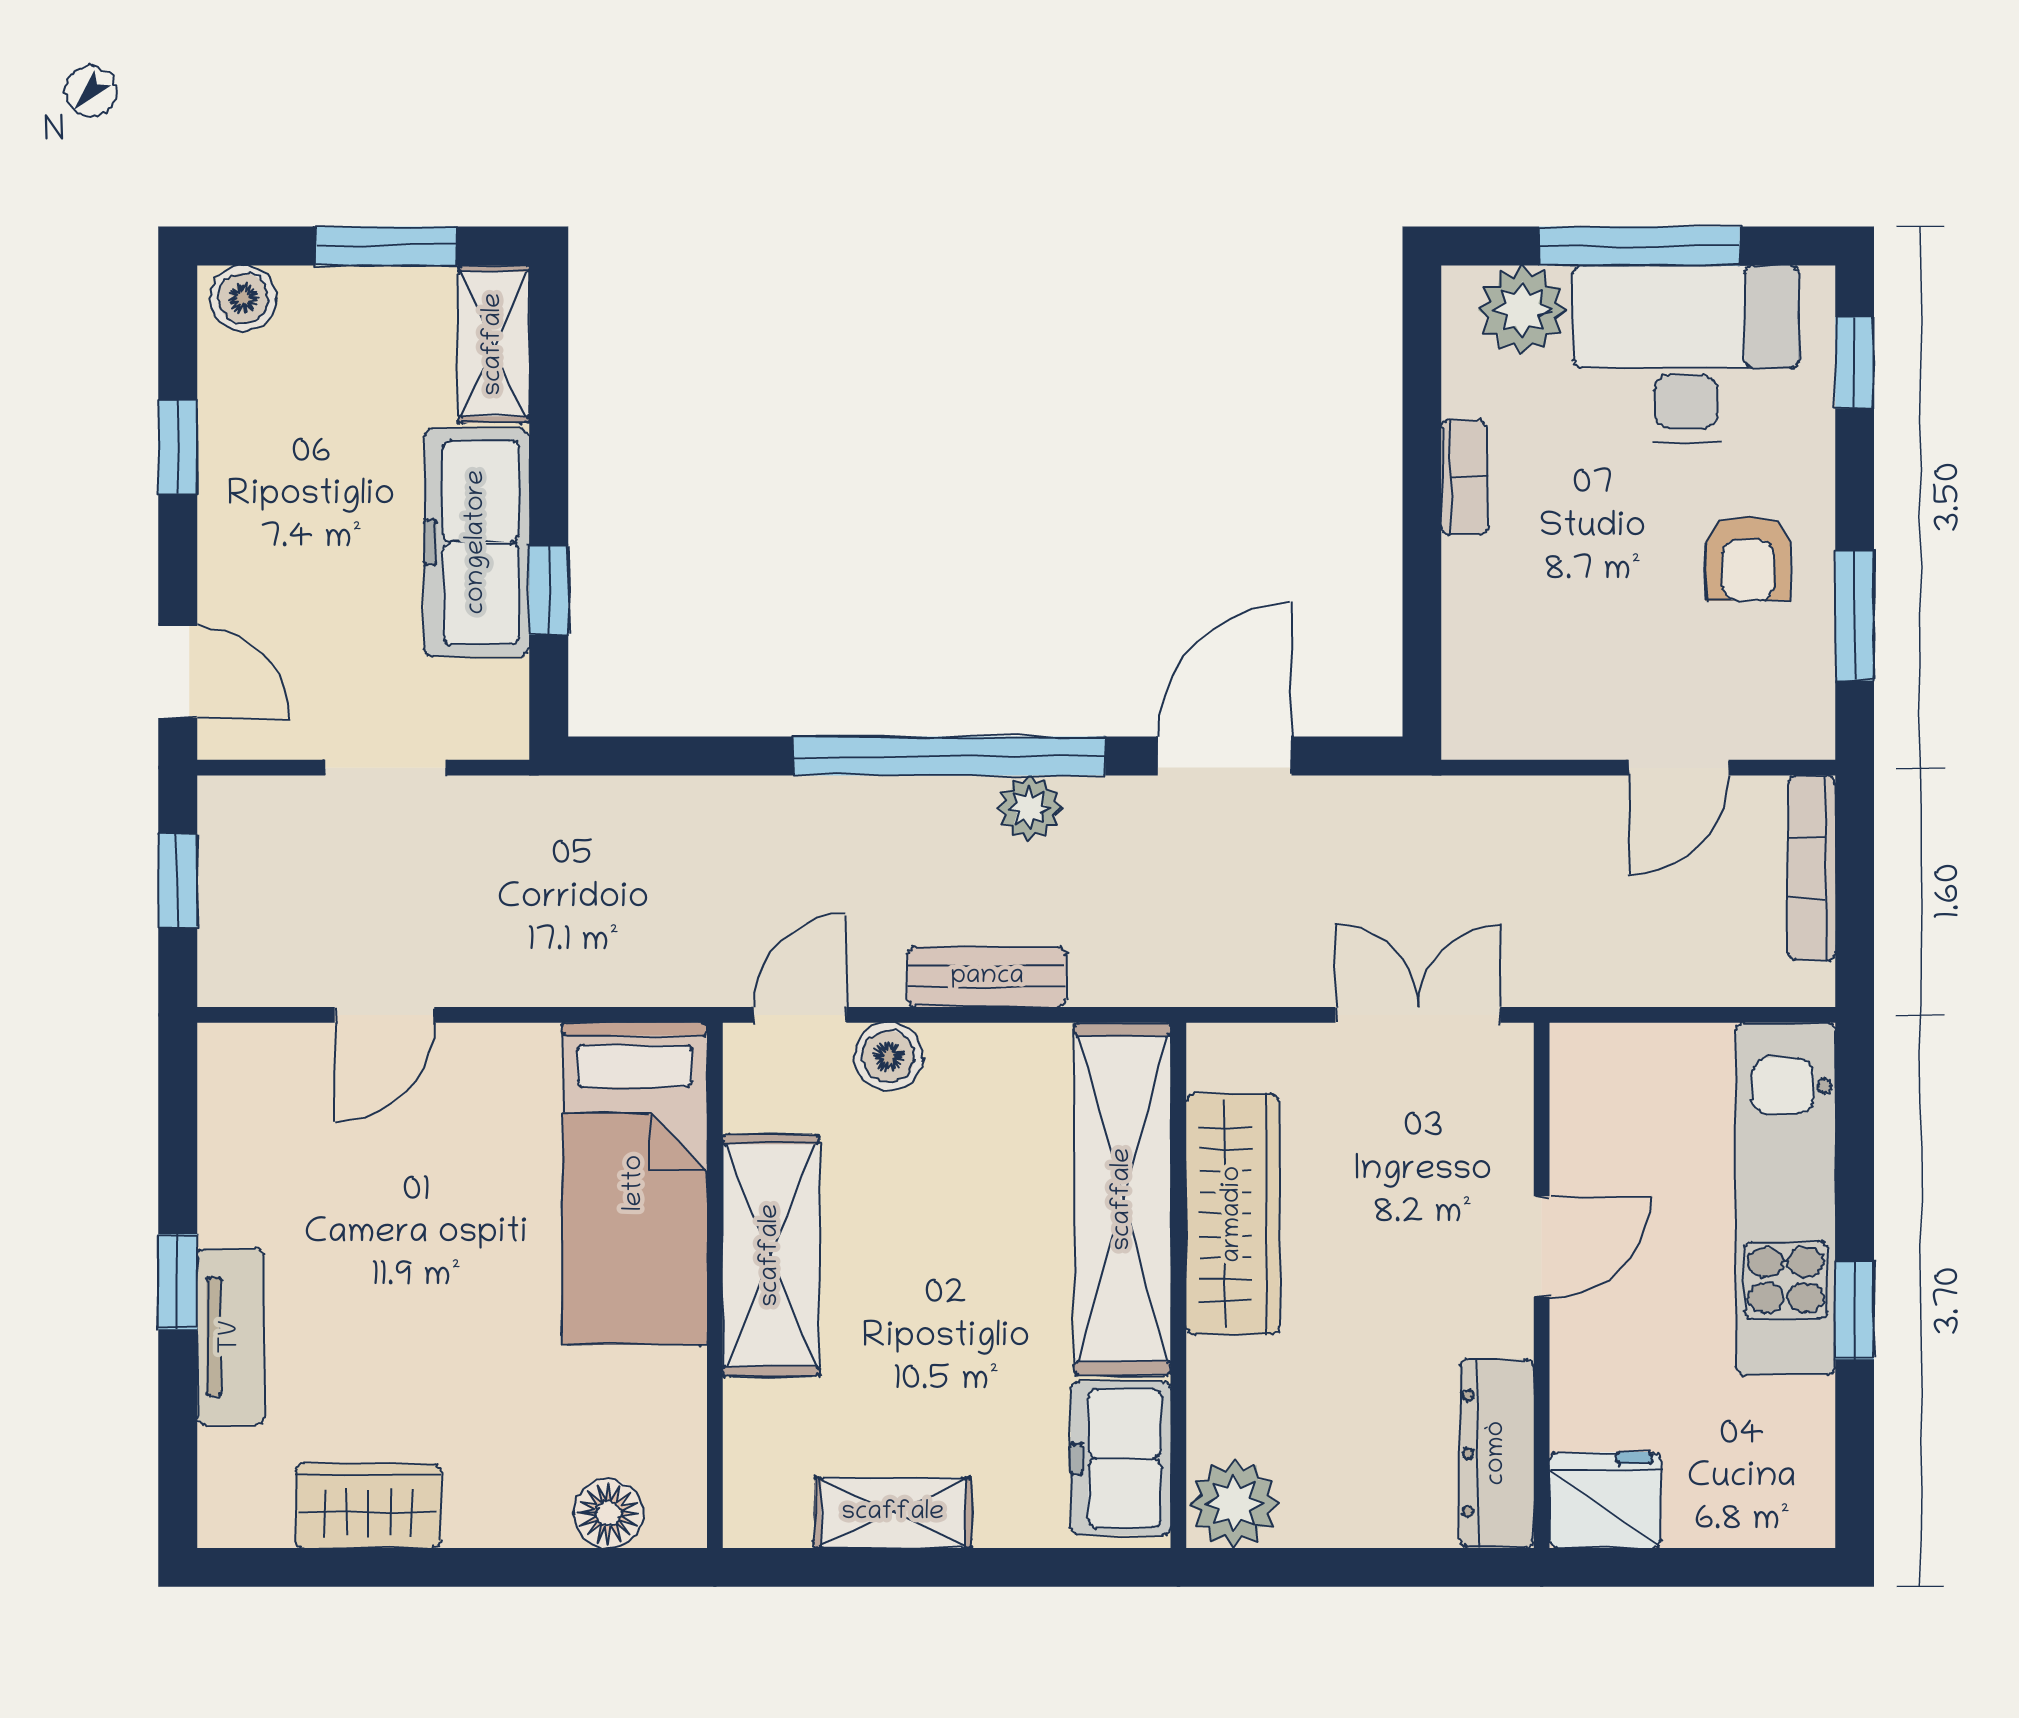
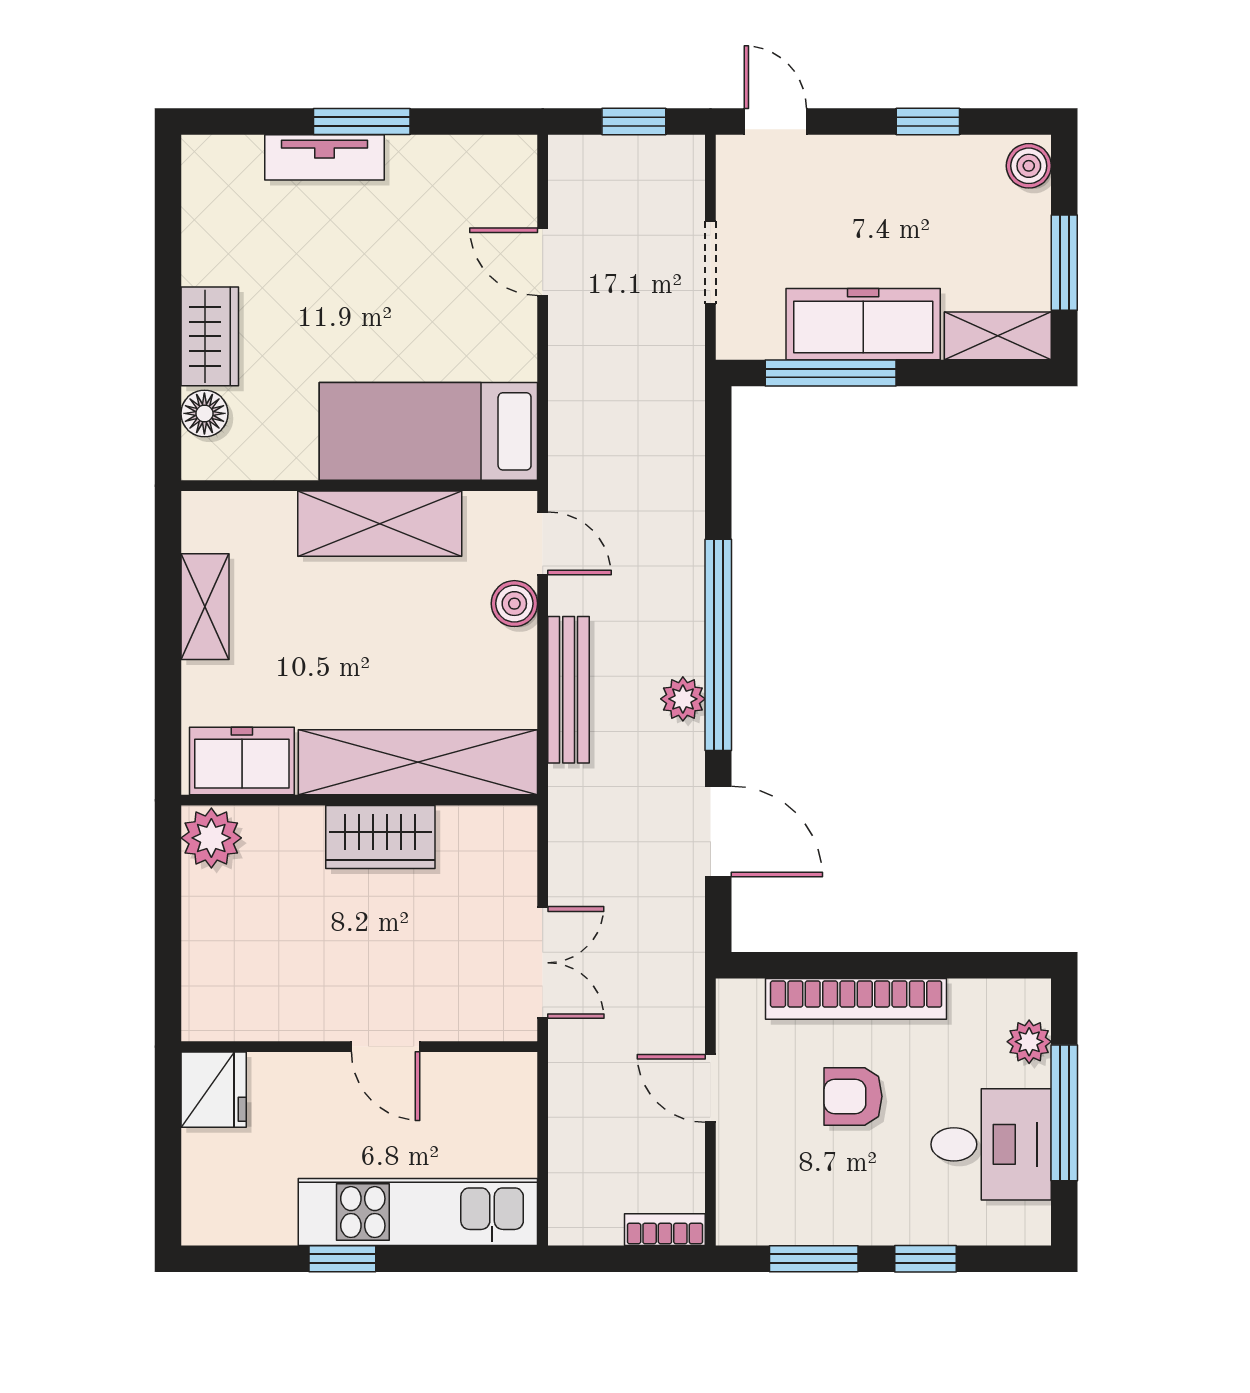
plant: (1522, 310) -> (1029, 1042), width x0.73, depth x0.73
desk: (1686, 354) -> (991, 1144), width x0.73
window: (1855, 363) -> (925, 1259), moved
bookcase: (1464, 477) -> (856, 999), width x2.31, depth x1.31
armchair: (1748, 558) -> (853, 1096), moved
window: (549, 590) -> (831, 373), width x2.17
door: (178, 672) -> (775, 121), swing flipped
door: (1679, 768) -> (710, 1088), moved
bookcase: (1812, 868) -> (665, 1230), width x0.64
bench: (987, 977) -> (569, 690), width x1.36
wardrobe: (1233, 1214) -> (380, 837), width x0.67
window: (178, 1282) -> (362, 121), width x1.50
dresser: (1497, 1453) -> (245, 1016), removed
wardrobe: (368, 1506) -> (210, 336), moved

